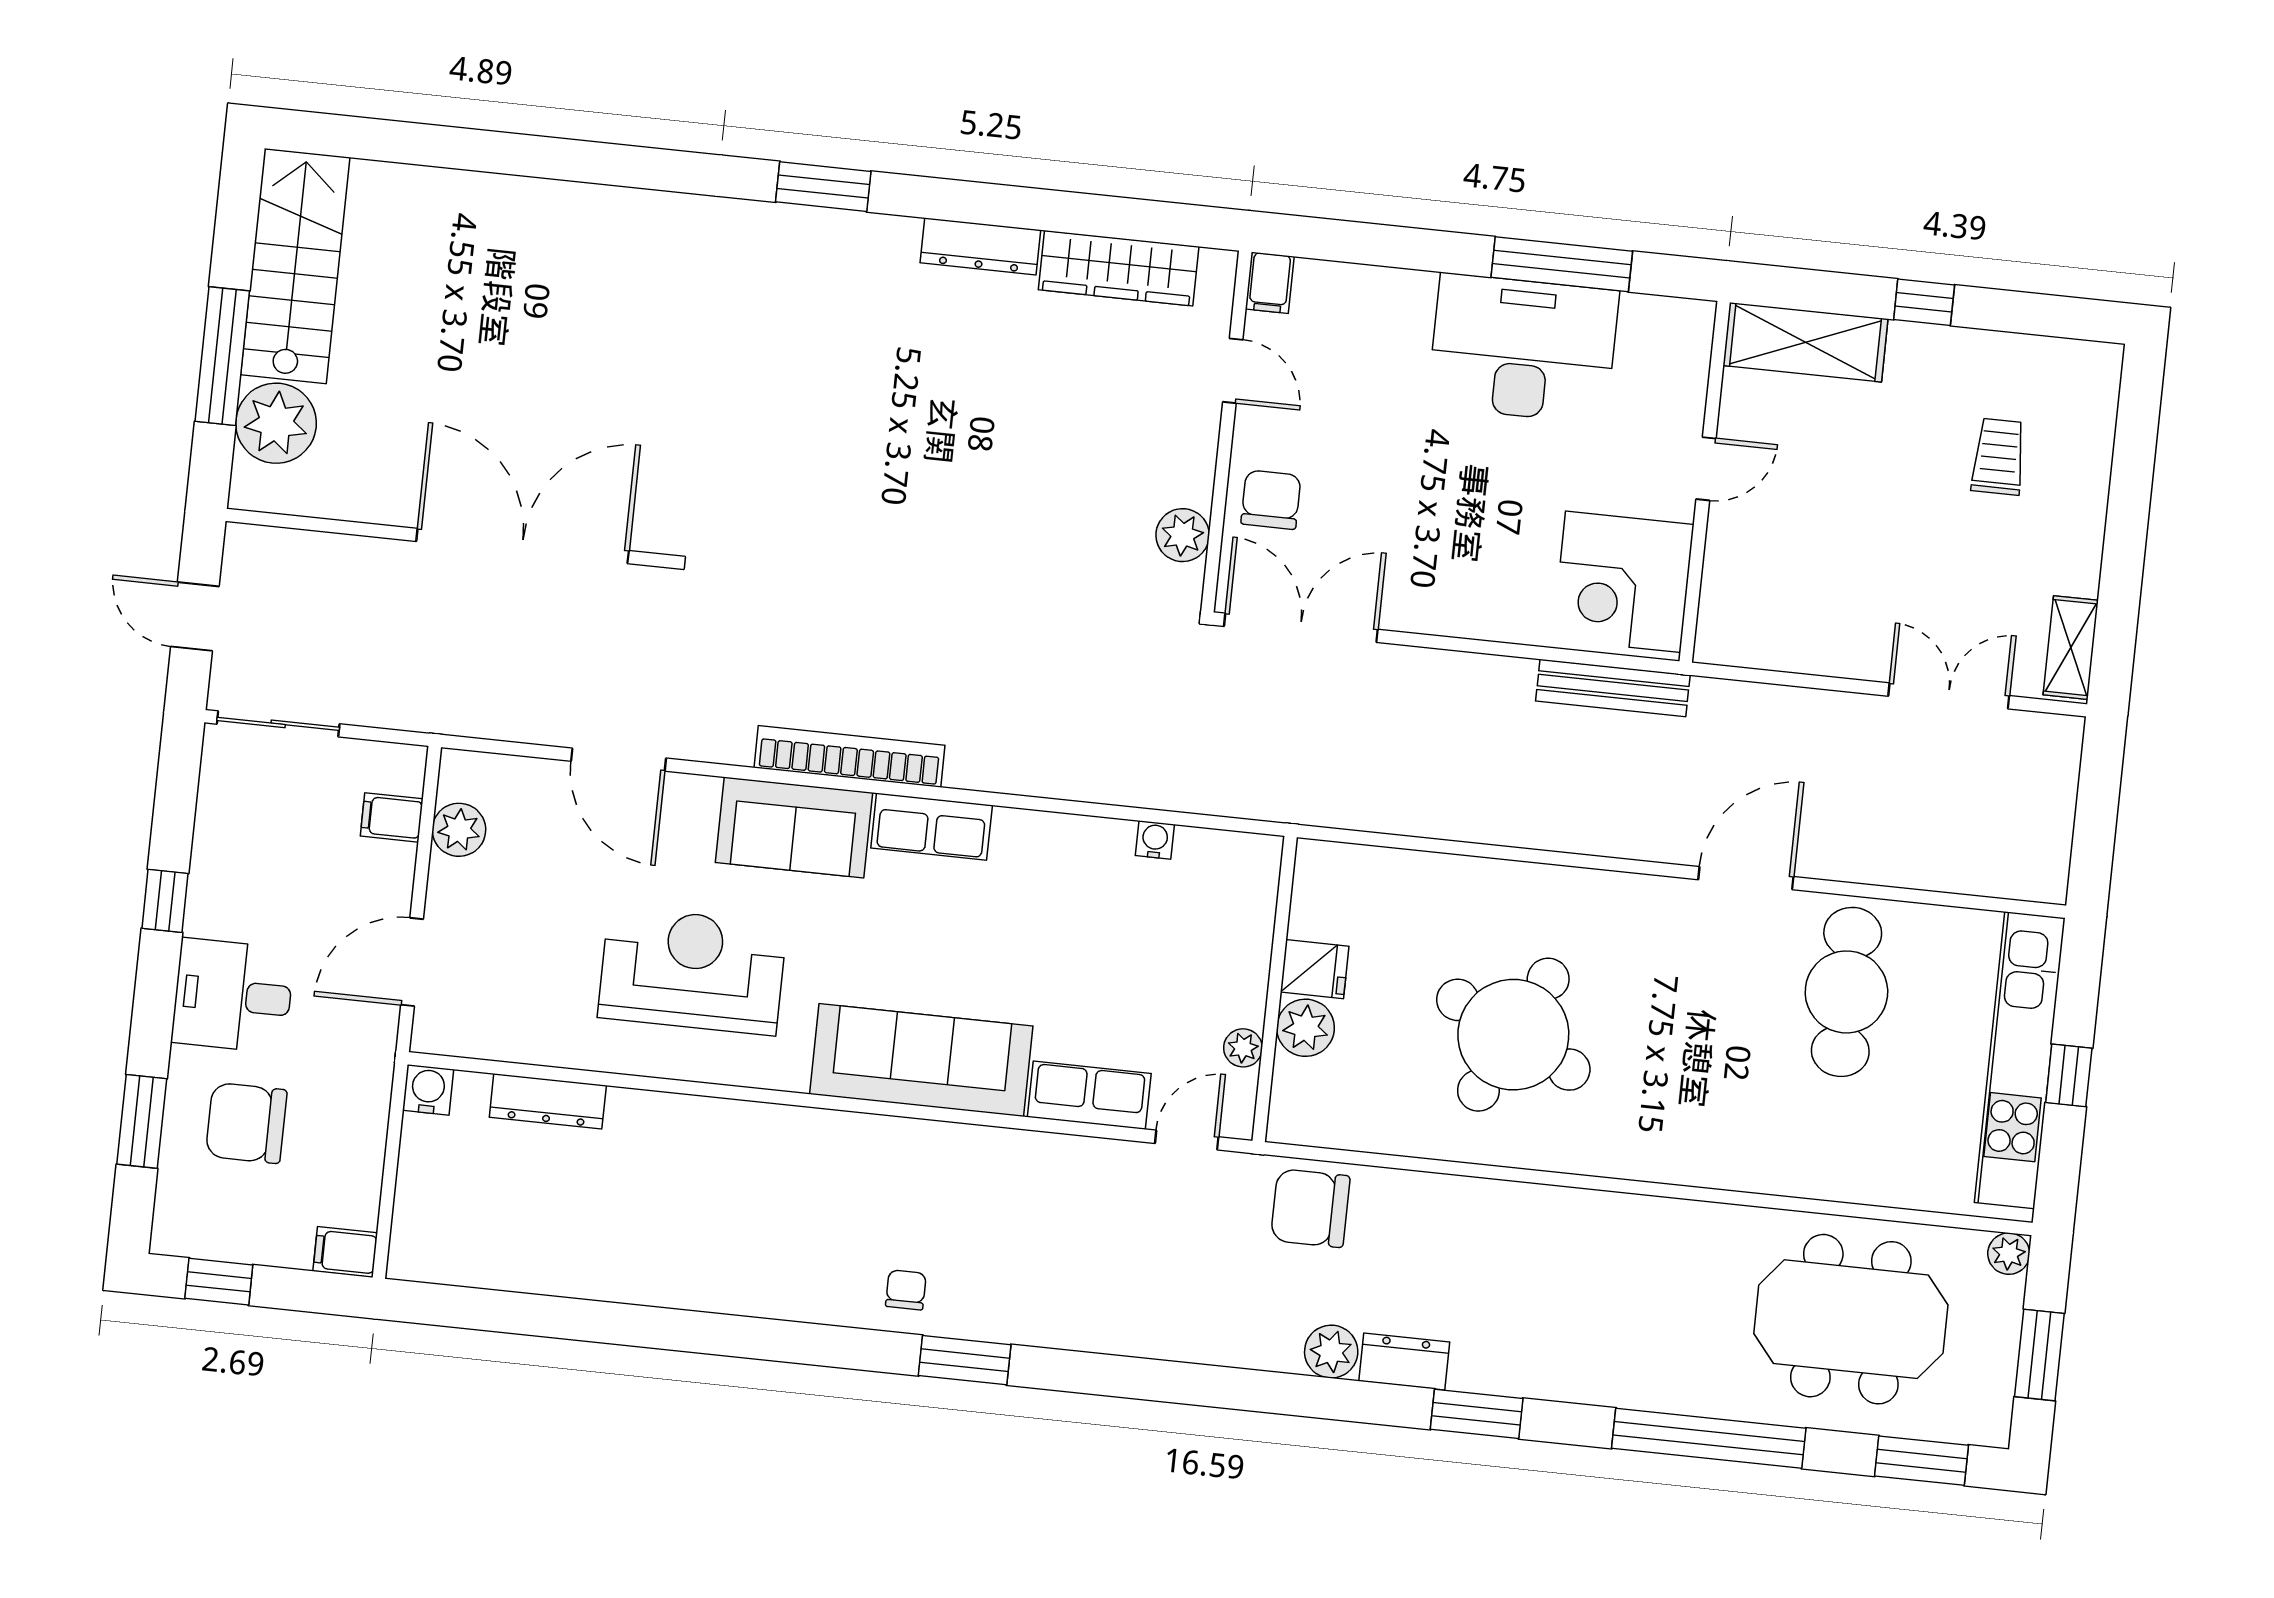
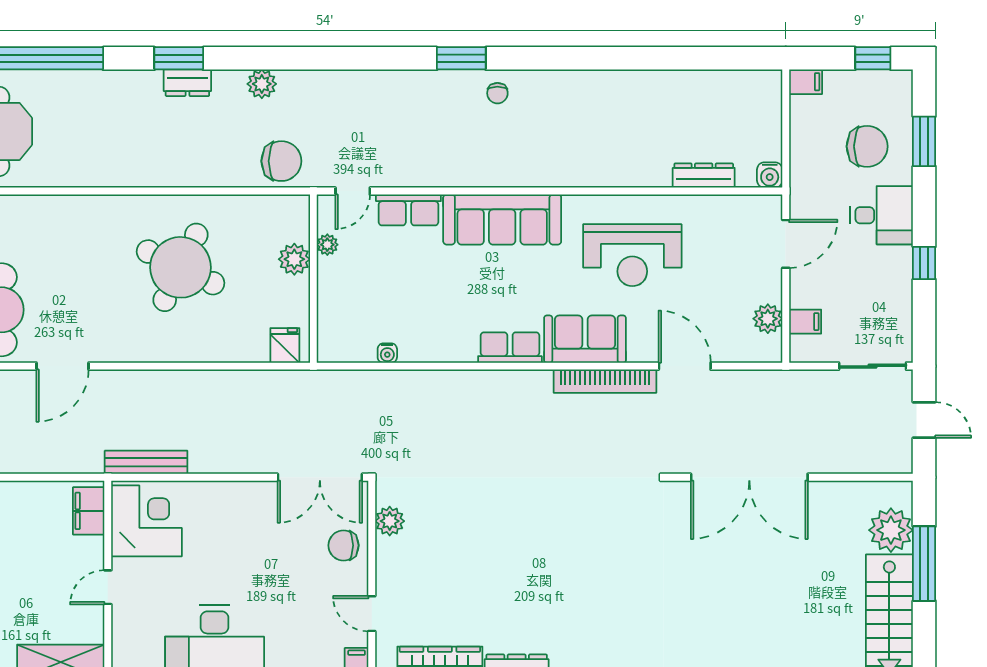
chair: (1271, 500) -> (344, 545), turned 90
filing cabinet: (1726, 611) -> (89, 511), added
bookcase: (849, 756) -> (605, 381), moved
fridge: (1315, 969) -> (285, 345), moved, turned 90
dresser: (1404, 1362) -> (187, 83), moved

